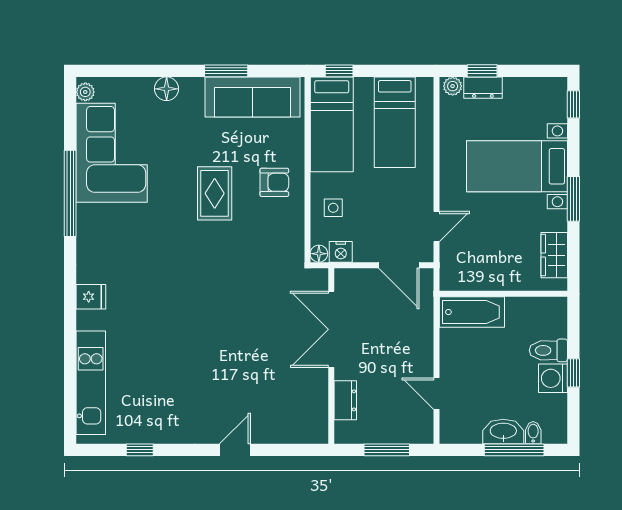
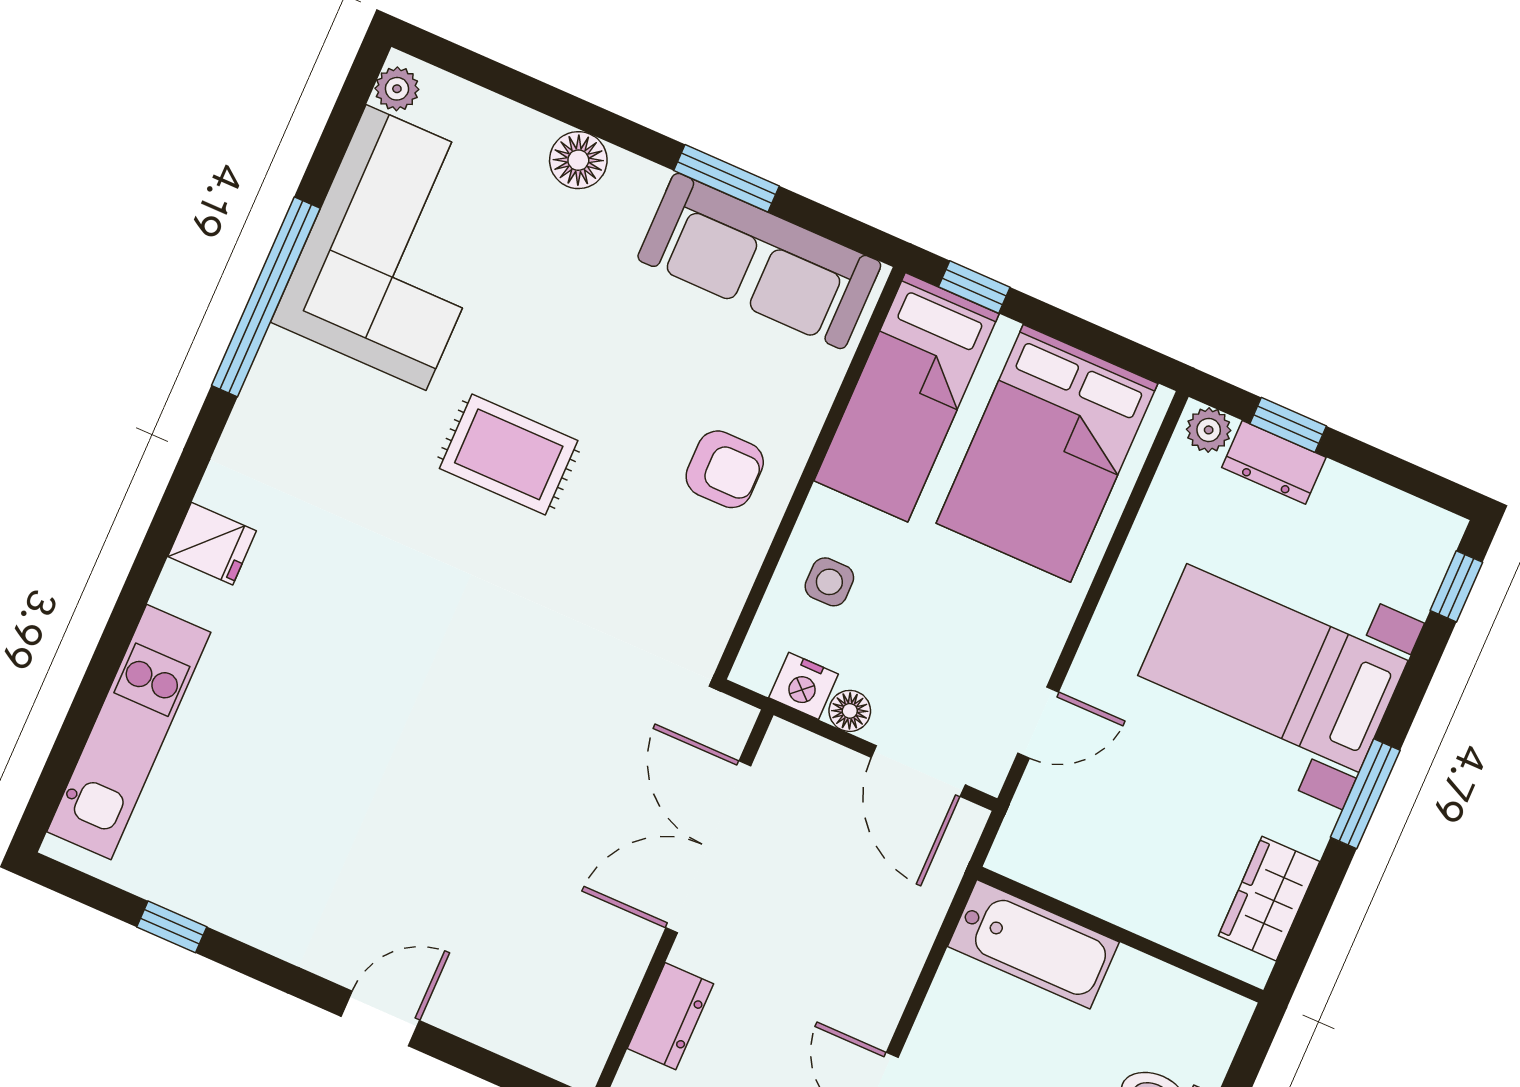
bed: (395, 122) -> (1047, 453), width x1.50
rug: (215, 193) -> (509, 454), moved, turned 90
floor lamp: (319, 254) -> (850, 711), moved

